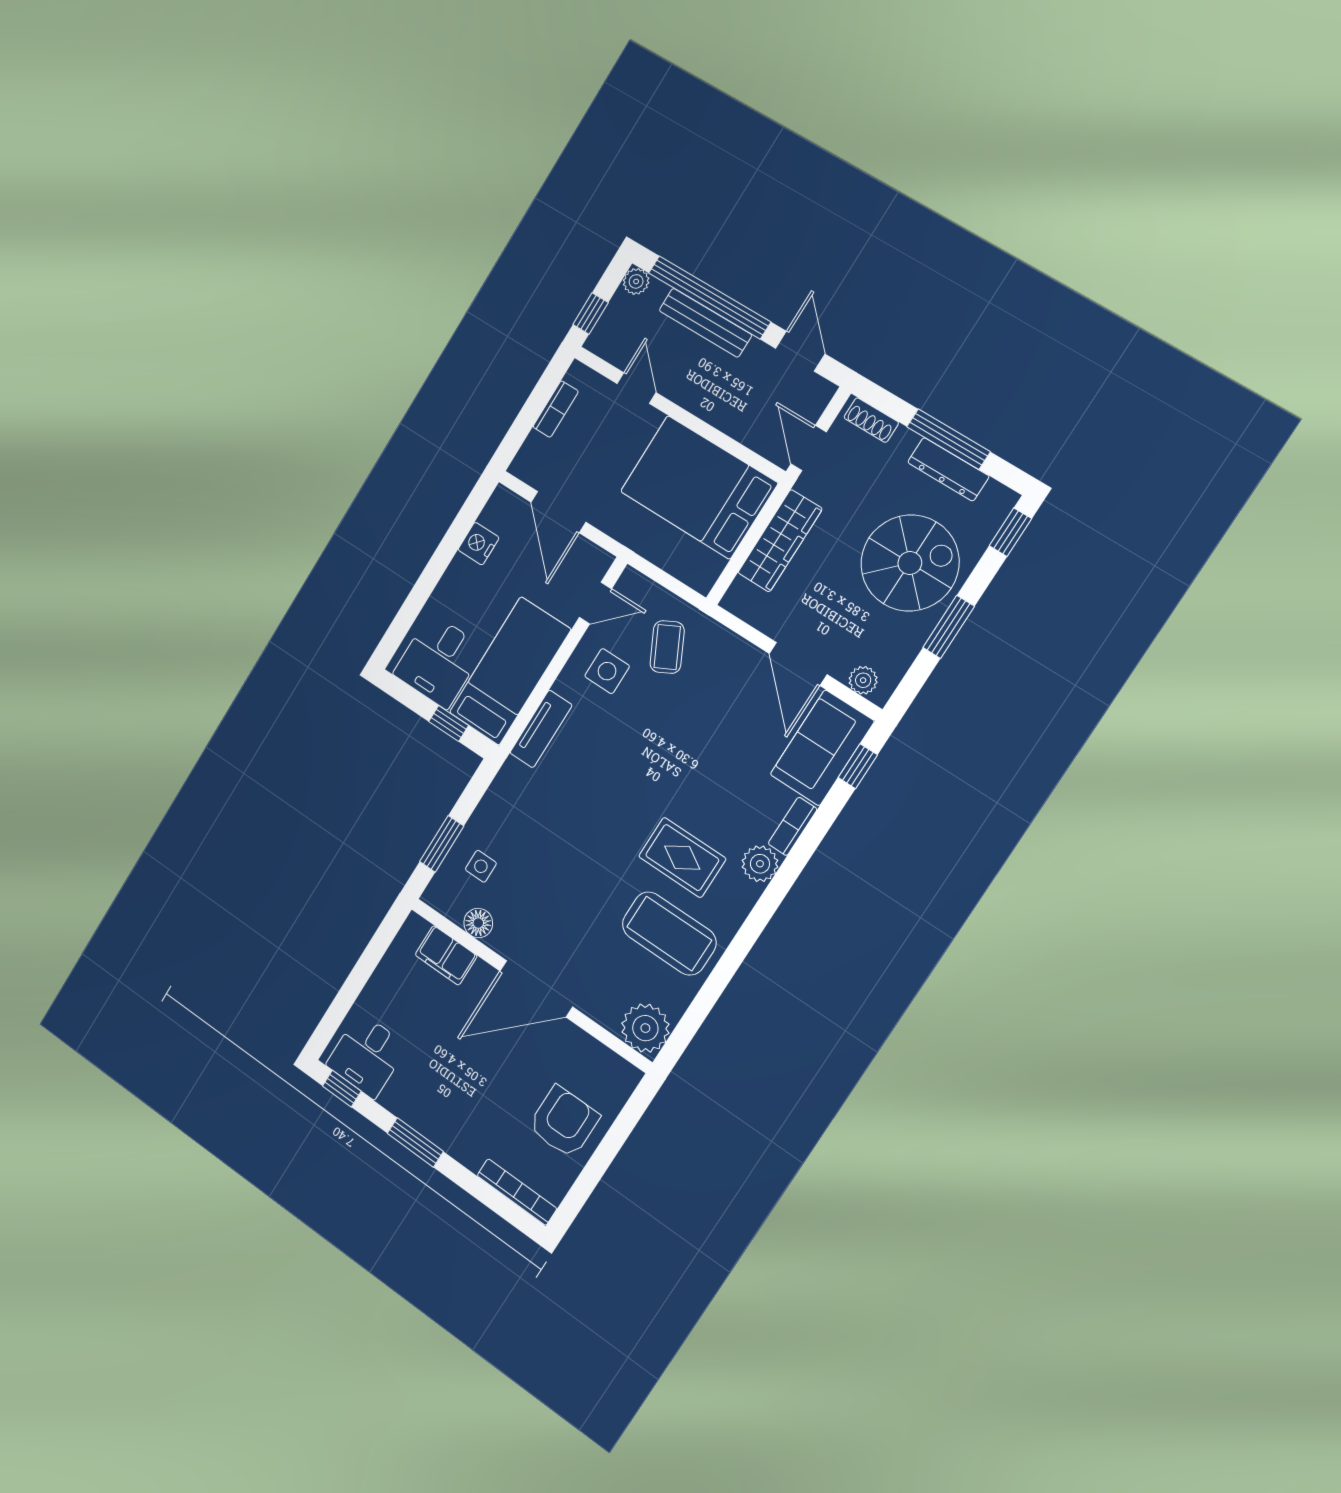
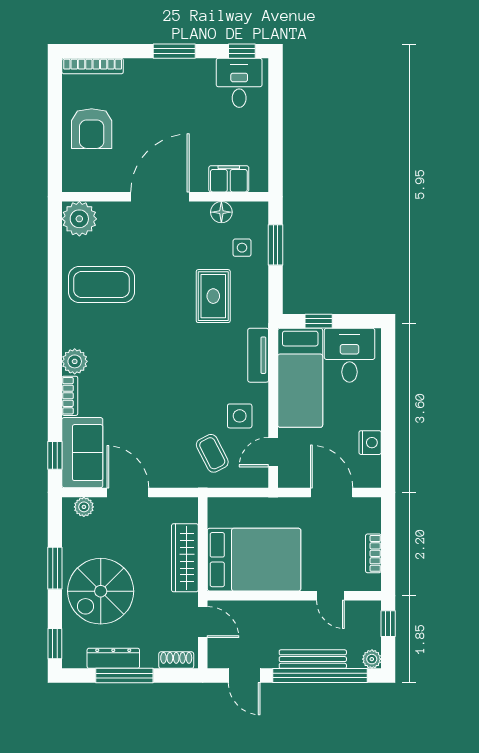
rug: (682, 858) -> (213, 296), moved, turned 90

